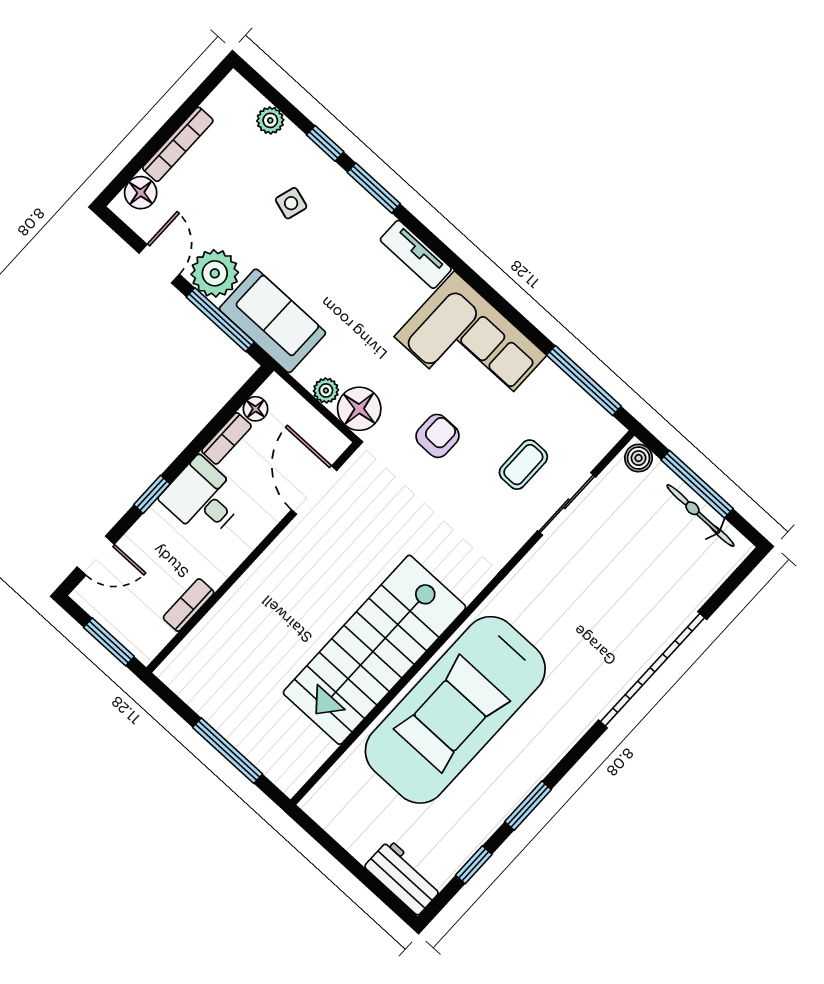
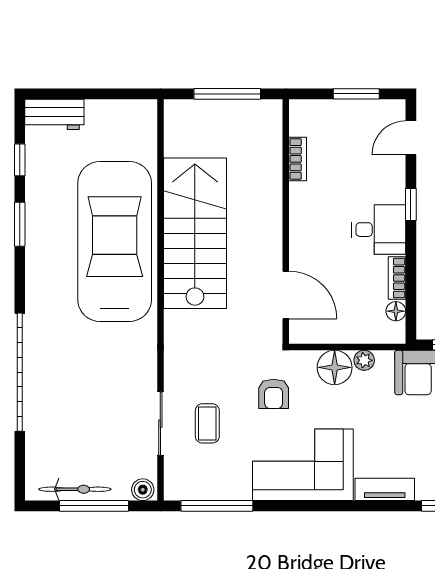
door: (314, 490) -> (286, 295), moved
wall: (252, 558) -> (286, 222), moved
bookcase: (189, 605) -> (298, 159), moved

